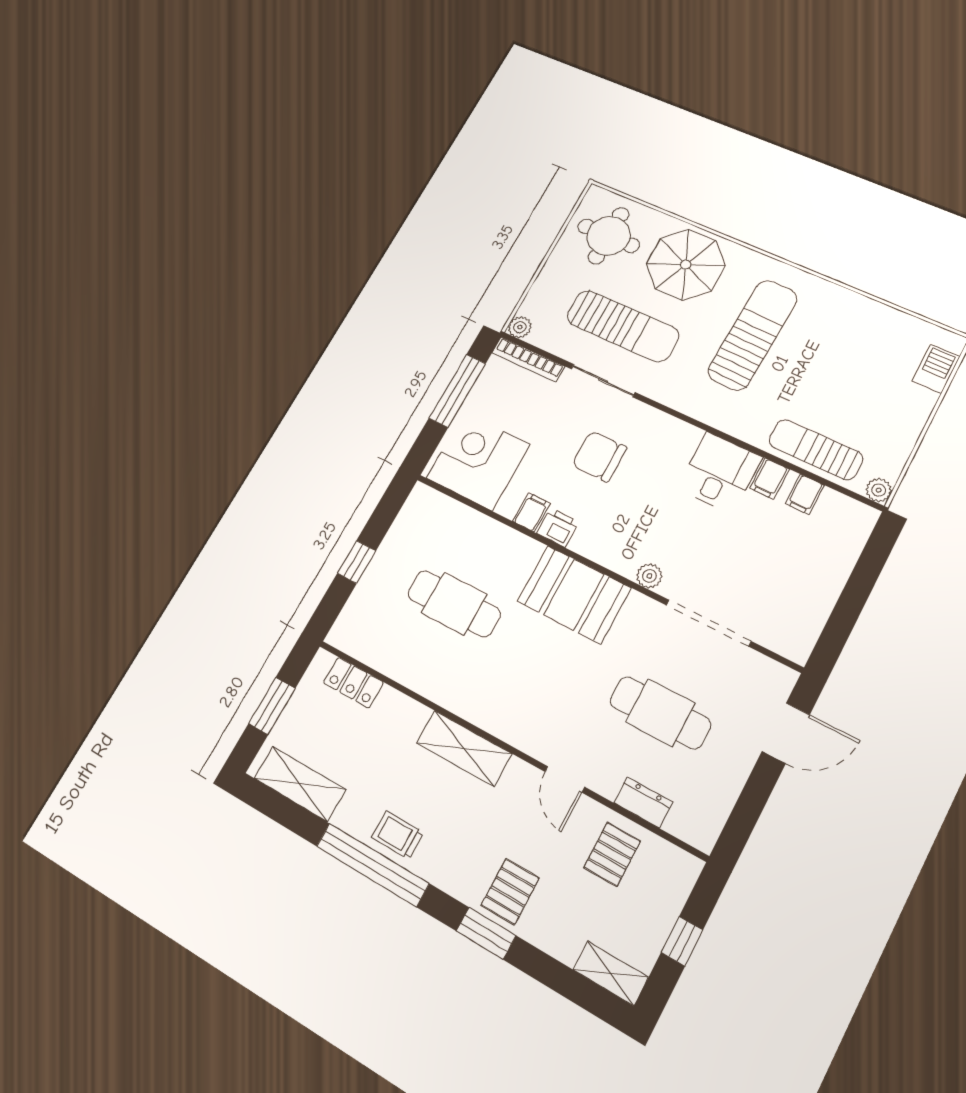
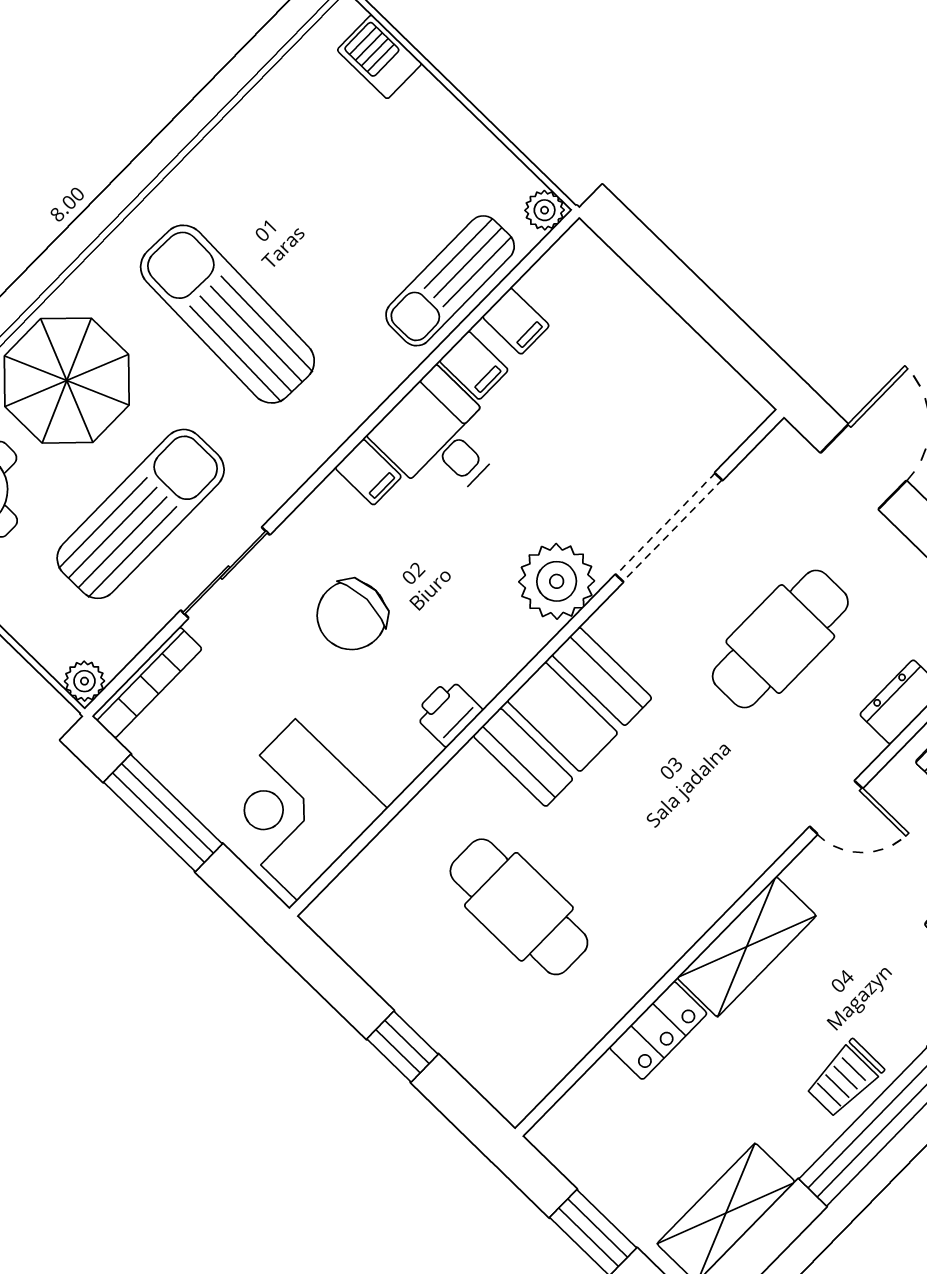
filing cabinet: (531, 512) -> (368, 472), moved, turned 180
plant: (649, 576) -> (557, 581), width x1.87, depth x1.87
cafe table: (454, 604) -> (519, 907), turned 90
locker: (353, 683) -> (658, 1030), moved

